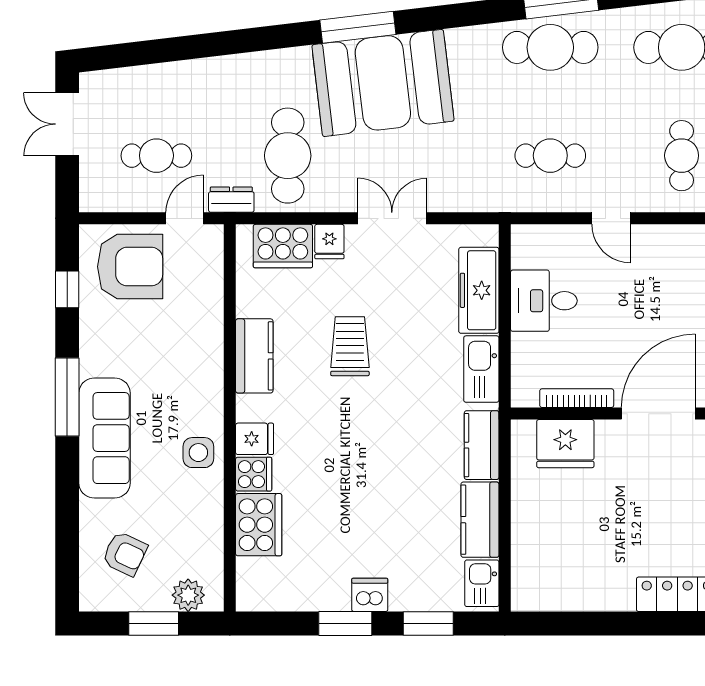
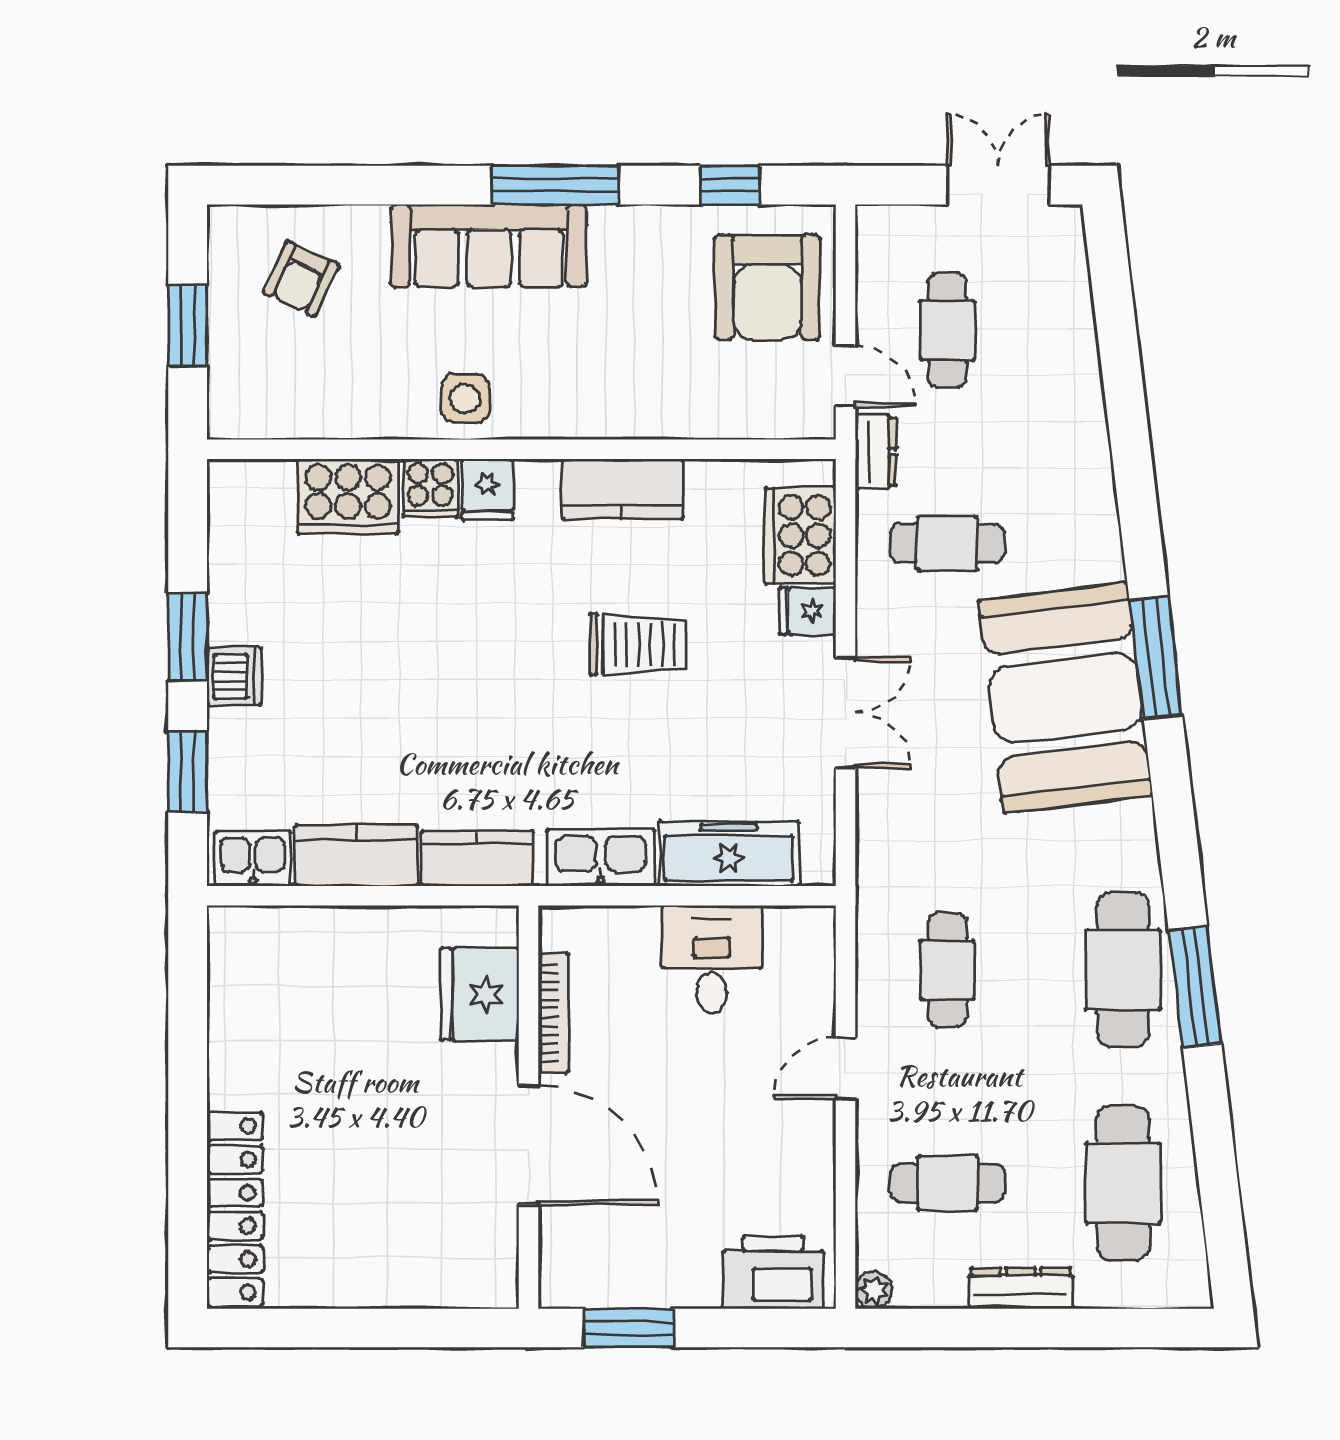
cafe table: (288, 156) -> (947, 543), width x0.73, depth x0.74
plant: (188, 595) -> (234, 382), removed

